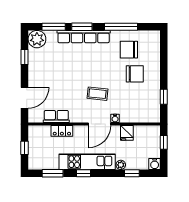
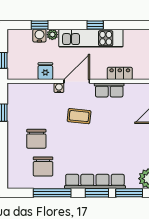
chair: (129, 50) -> (43, 166), turned 90
chair: (135, 74) -> (36, 139), turned -90
row of seats: (56, 116) -> (109, 90), moved
water cooler: (155, 164) -> (39, 36), moved
window: (53, 173) -> (130, 25), removed

